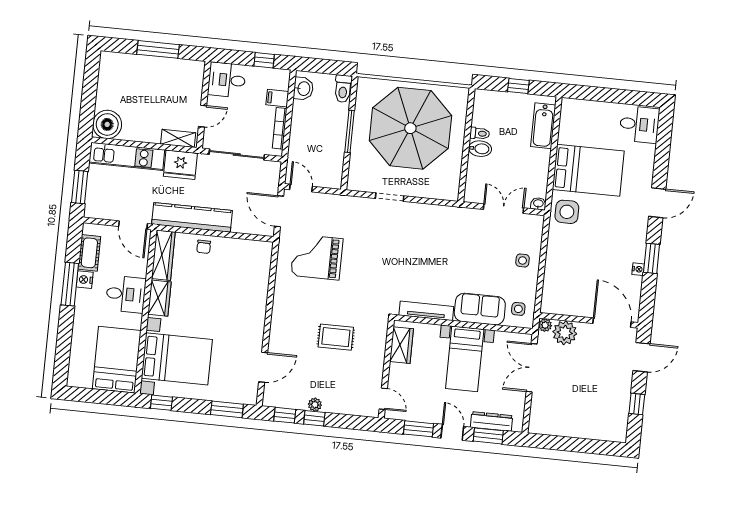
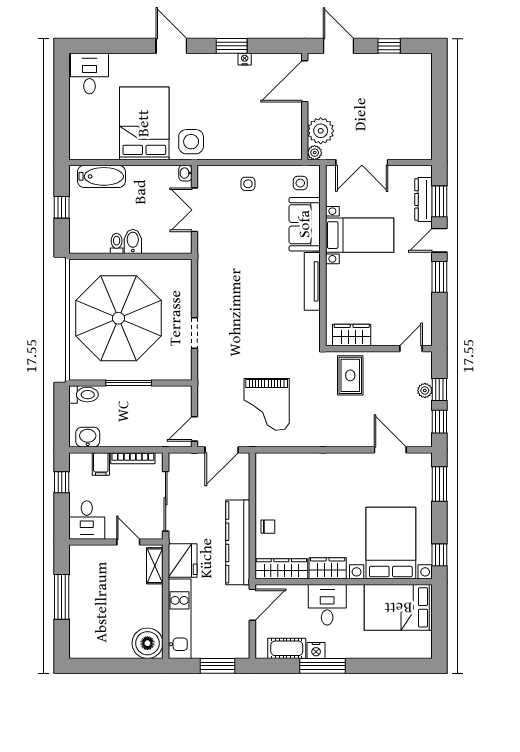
wardrobe: (401, 345) -> (352, 335), moved
wall: (386, 369) -> (379, 349), moved
door: (383, 399) -> (411, 349), moved

